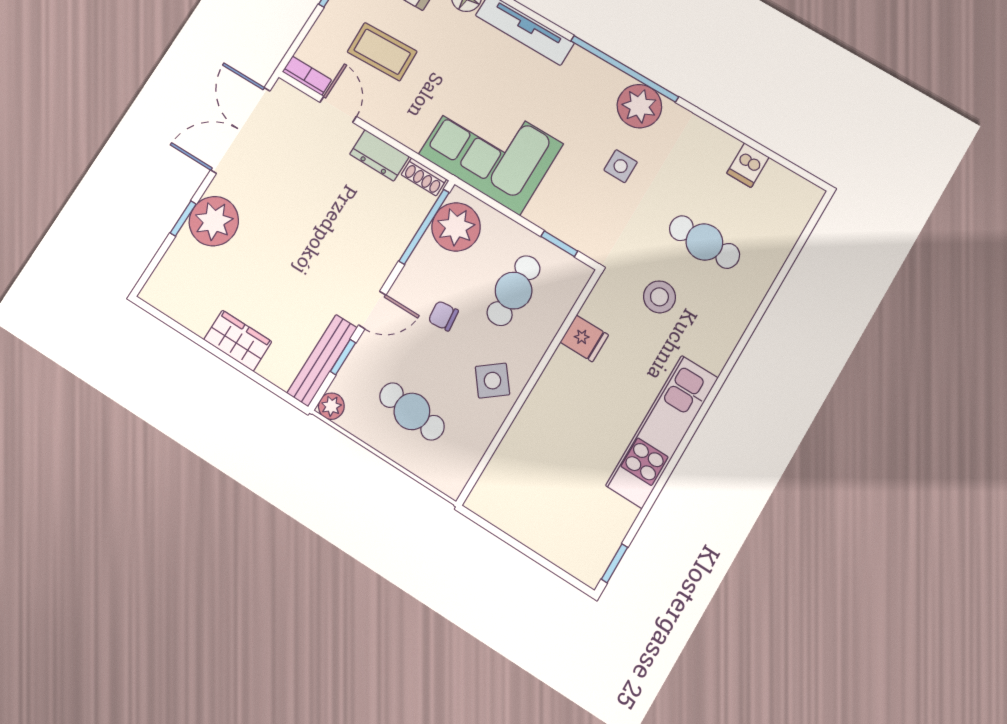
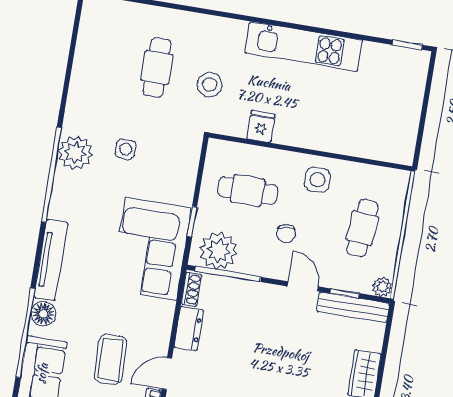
dishwasher: (748, 165) -> (88, 58), removed
window: (559, 244) -> (192, 222), moved
side table: (492, 381) -> (317, 180), turned 38

